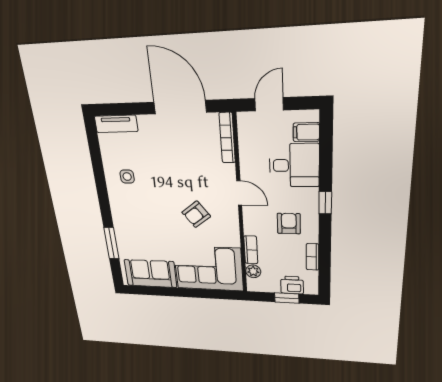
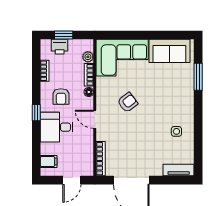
desk: (294, 165) -> (57, 127), moved
floor lamp: (250, 229) -> (89, 92), added

